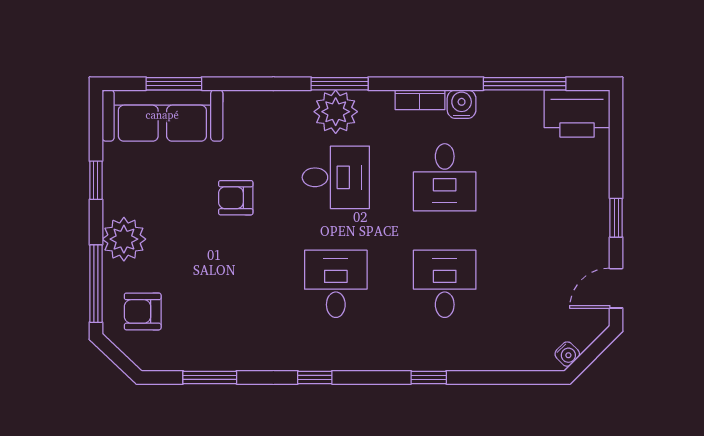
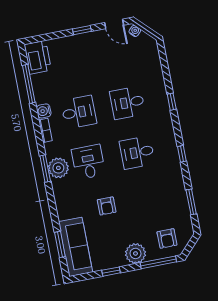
water cooler: (567, 354) -> (135, 31), moved

